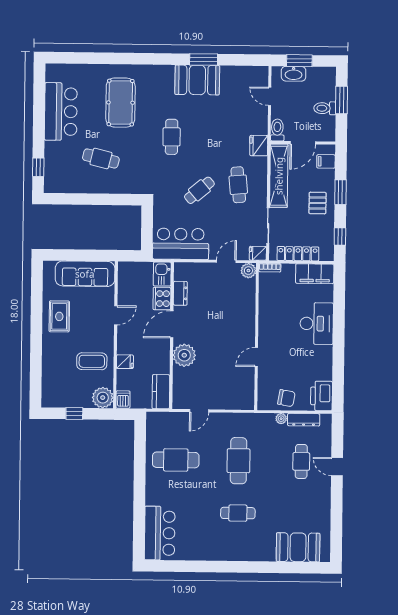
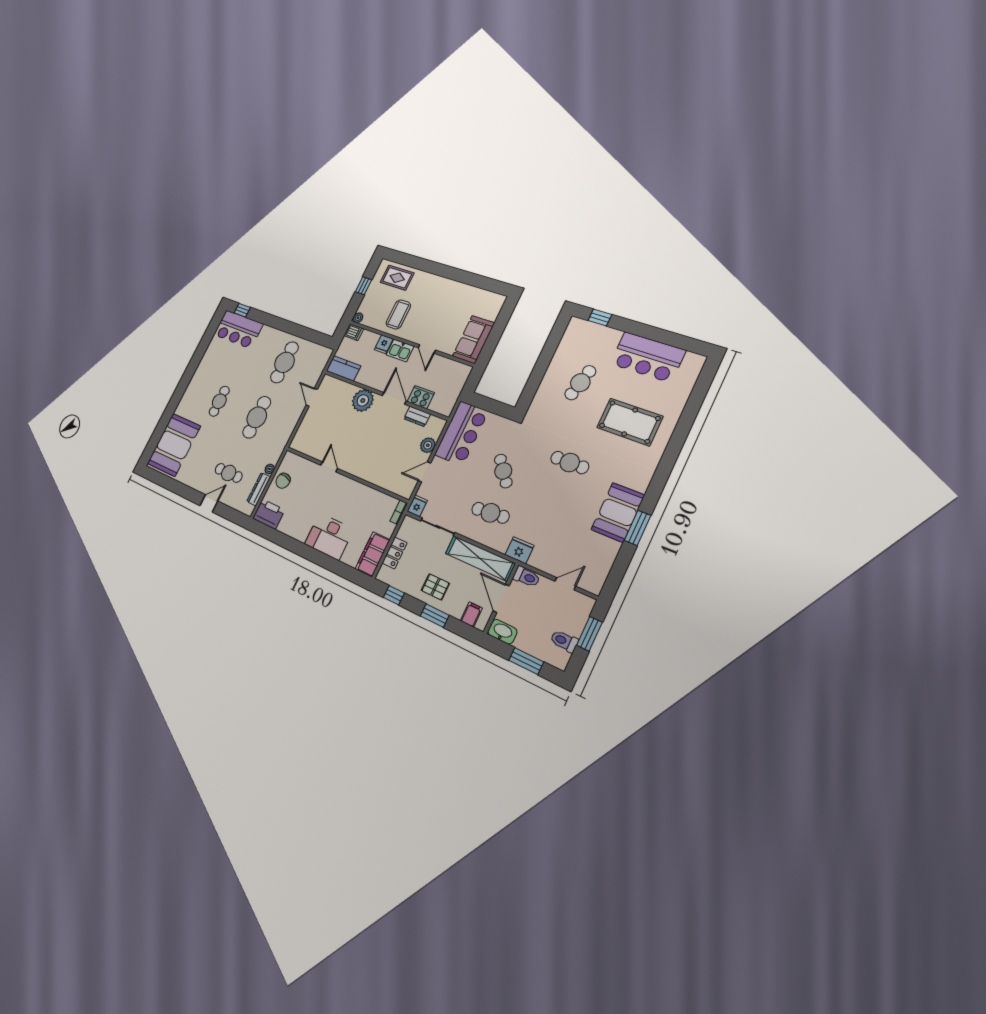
washbasin: (294, 74) -> (502, 632), moved, turned 90
toilet: (325, 108) -> (564, 641), moved, turned -90
locker: (298, 254) -> (395, 553), width x0.66
door: (226, 261) -> (424, 472), swing flipped
plant: (248, 271) -> (428, 445), moved
sofa: (85, 274) -> (474, 340), width x0.73
kitchen sink: (162, 274) -> (400, 351), moved, turned 180
rug: (59, 316) -> (397, 278), moved
plant: (103, 398) -> (358, 318), width x0.53, depth x0.53
cafe table: (239, 461) -> (257, 417), turned 90
window: (139, 540) -> (242, 310), added
booth: (298, 547) -> (174, 445), width x1.36, depth x1.42

